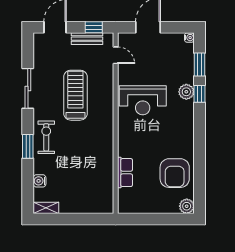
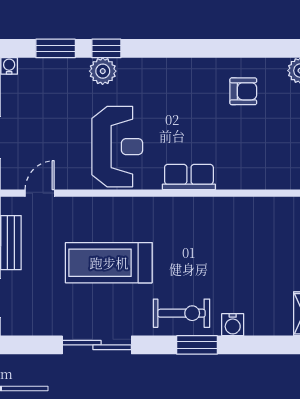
exercise bike: (46, 137) -> (181, 313), turned 180
row of seats: (125, 173) -> (189, 177), moved
armchair: (175, 173) -> (243, 91), width x0.53, depth x0.53
water cooler: (40, 181) -> (233, 325), moved

